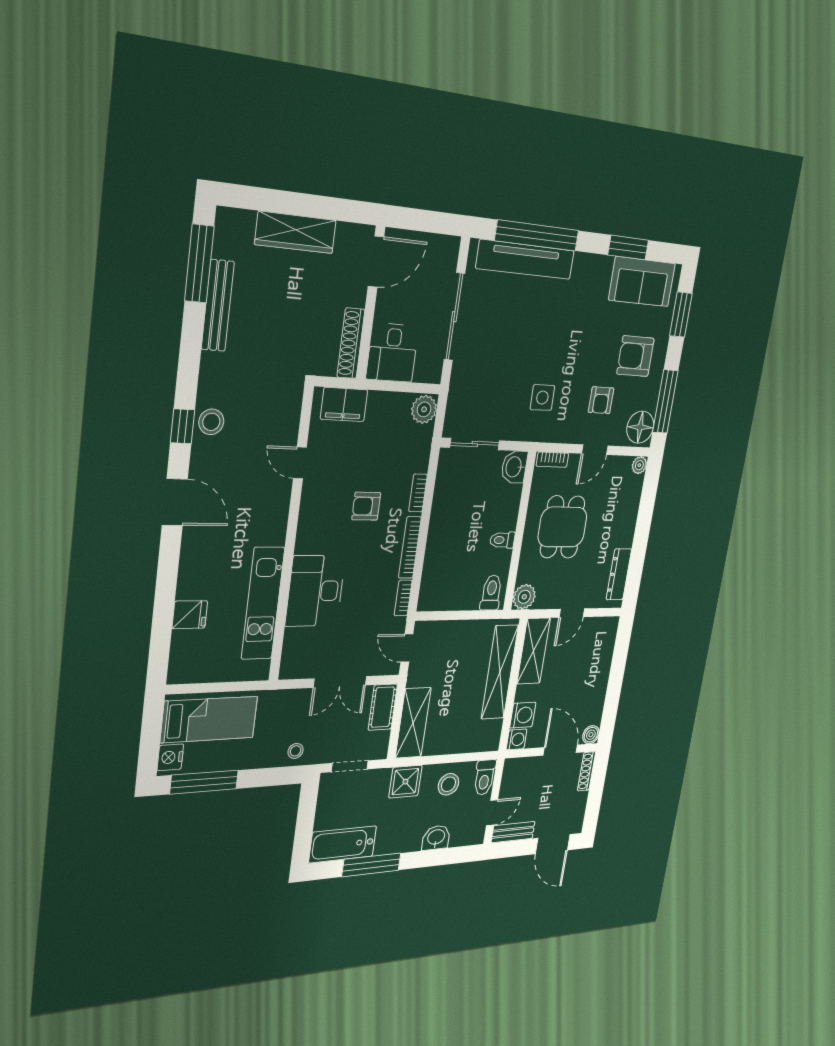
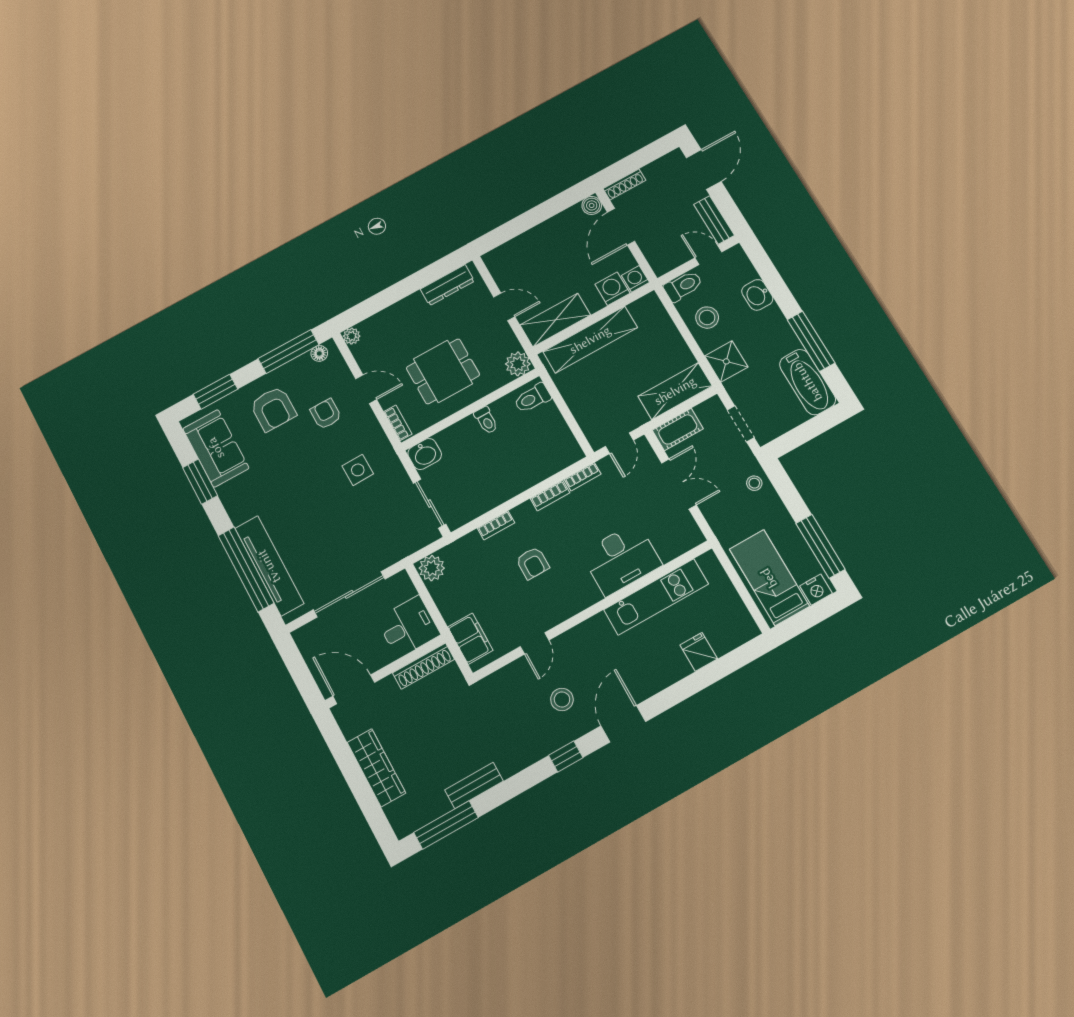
bench: (218, 306) -> (474, 785), width x0.73
armchair: (601, 400) -> (326, 414), turned -90
stool: (211, 422) -> (562, 699), moved
floor lamp: (640, 427) -> (319, 353), width x0.53, depth x0.53
bookcase: (410, 547) -> (550, 496), width x0.64

